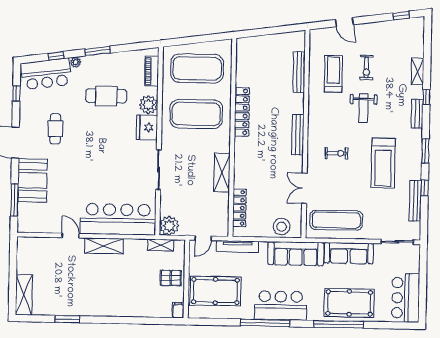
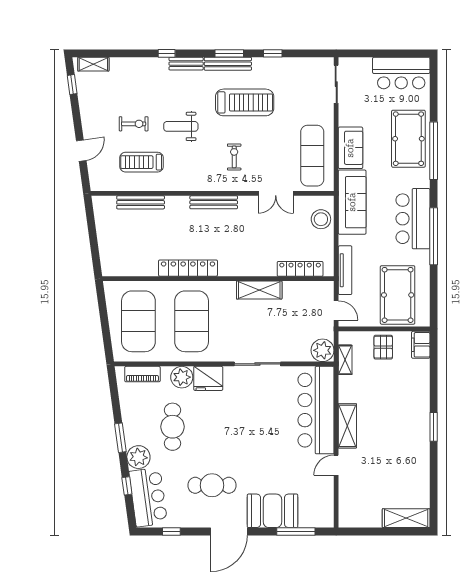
plant: (76, 62) -> (138, 457), width x1.87, depth x1.87
shelving: (418, 72) -> (93, 64), moved
weight bench: (363, 108) -> (181, 126), turned 180
cafe table: (55, 129) -> (212, 485), width x1.37, depth x1.35
bench: (415, 201) -> (228, 64), moved
sofa: (349, 253) -> (350, 148), width x0.73
filing cabinet: (178, 310) -> (421, 345), width x2.00
window: (67, 319) -> (434, 427), moved

